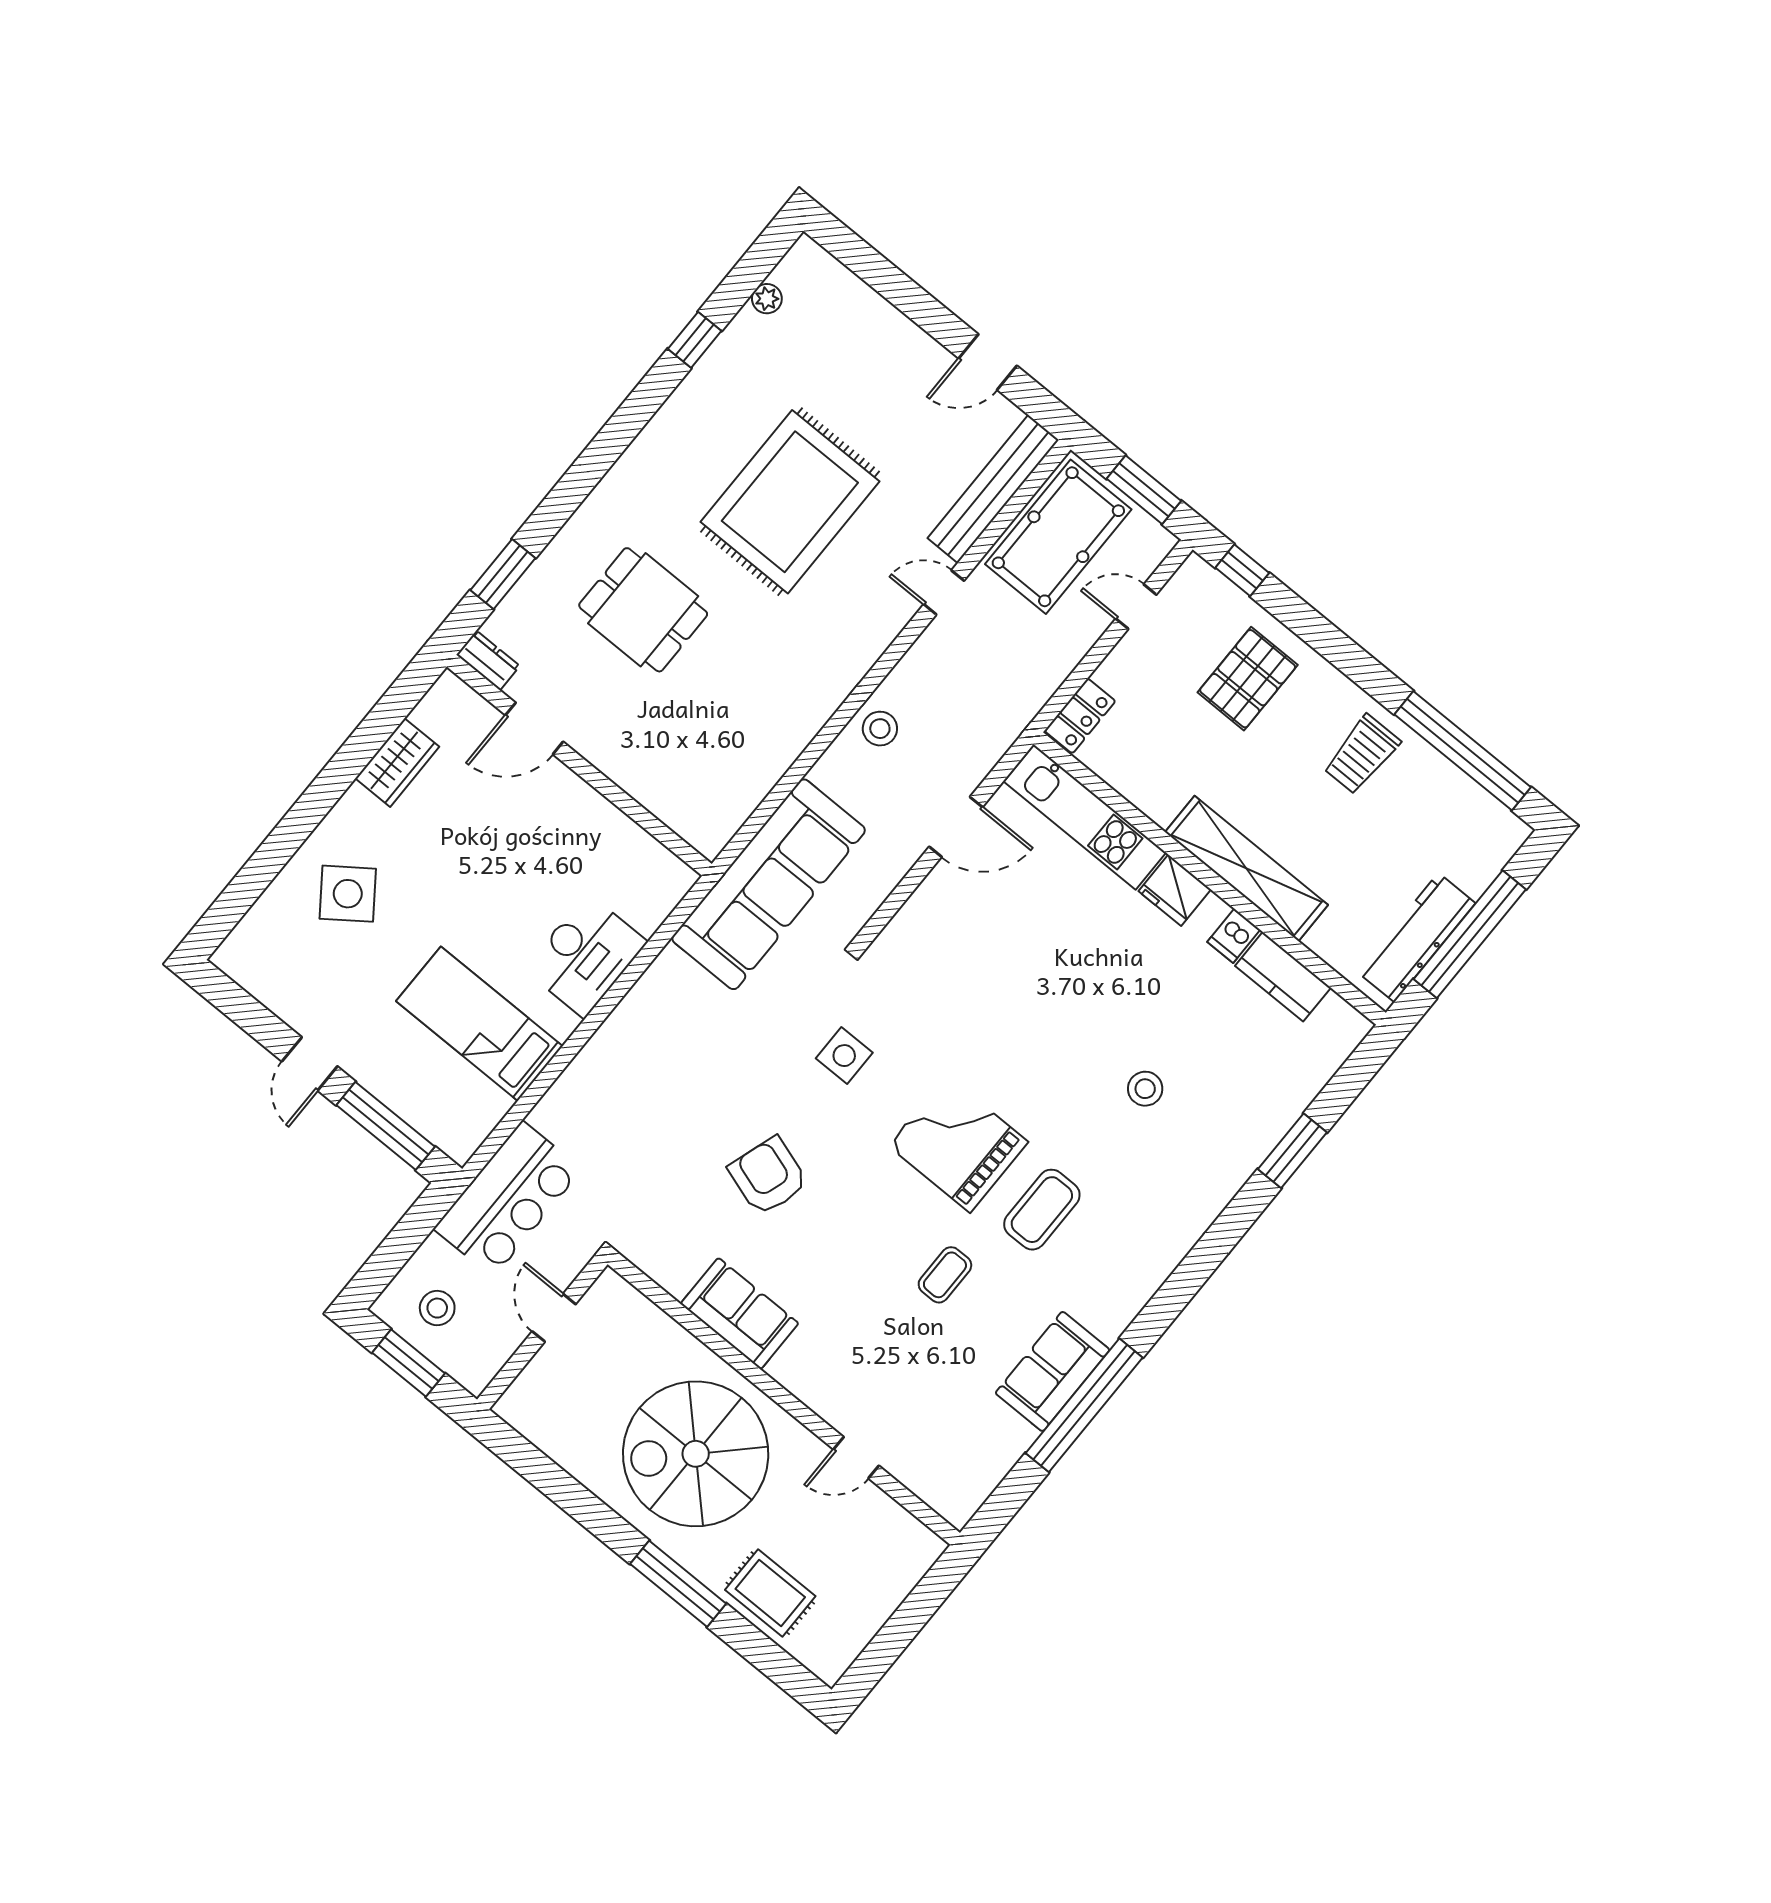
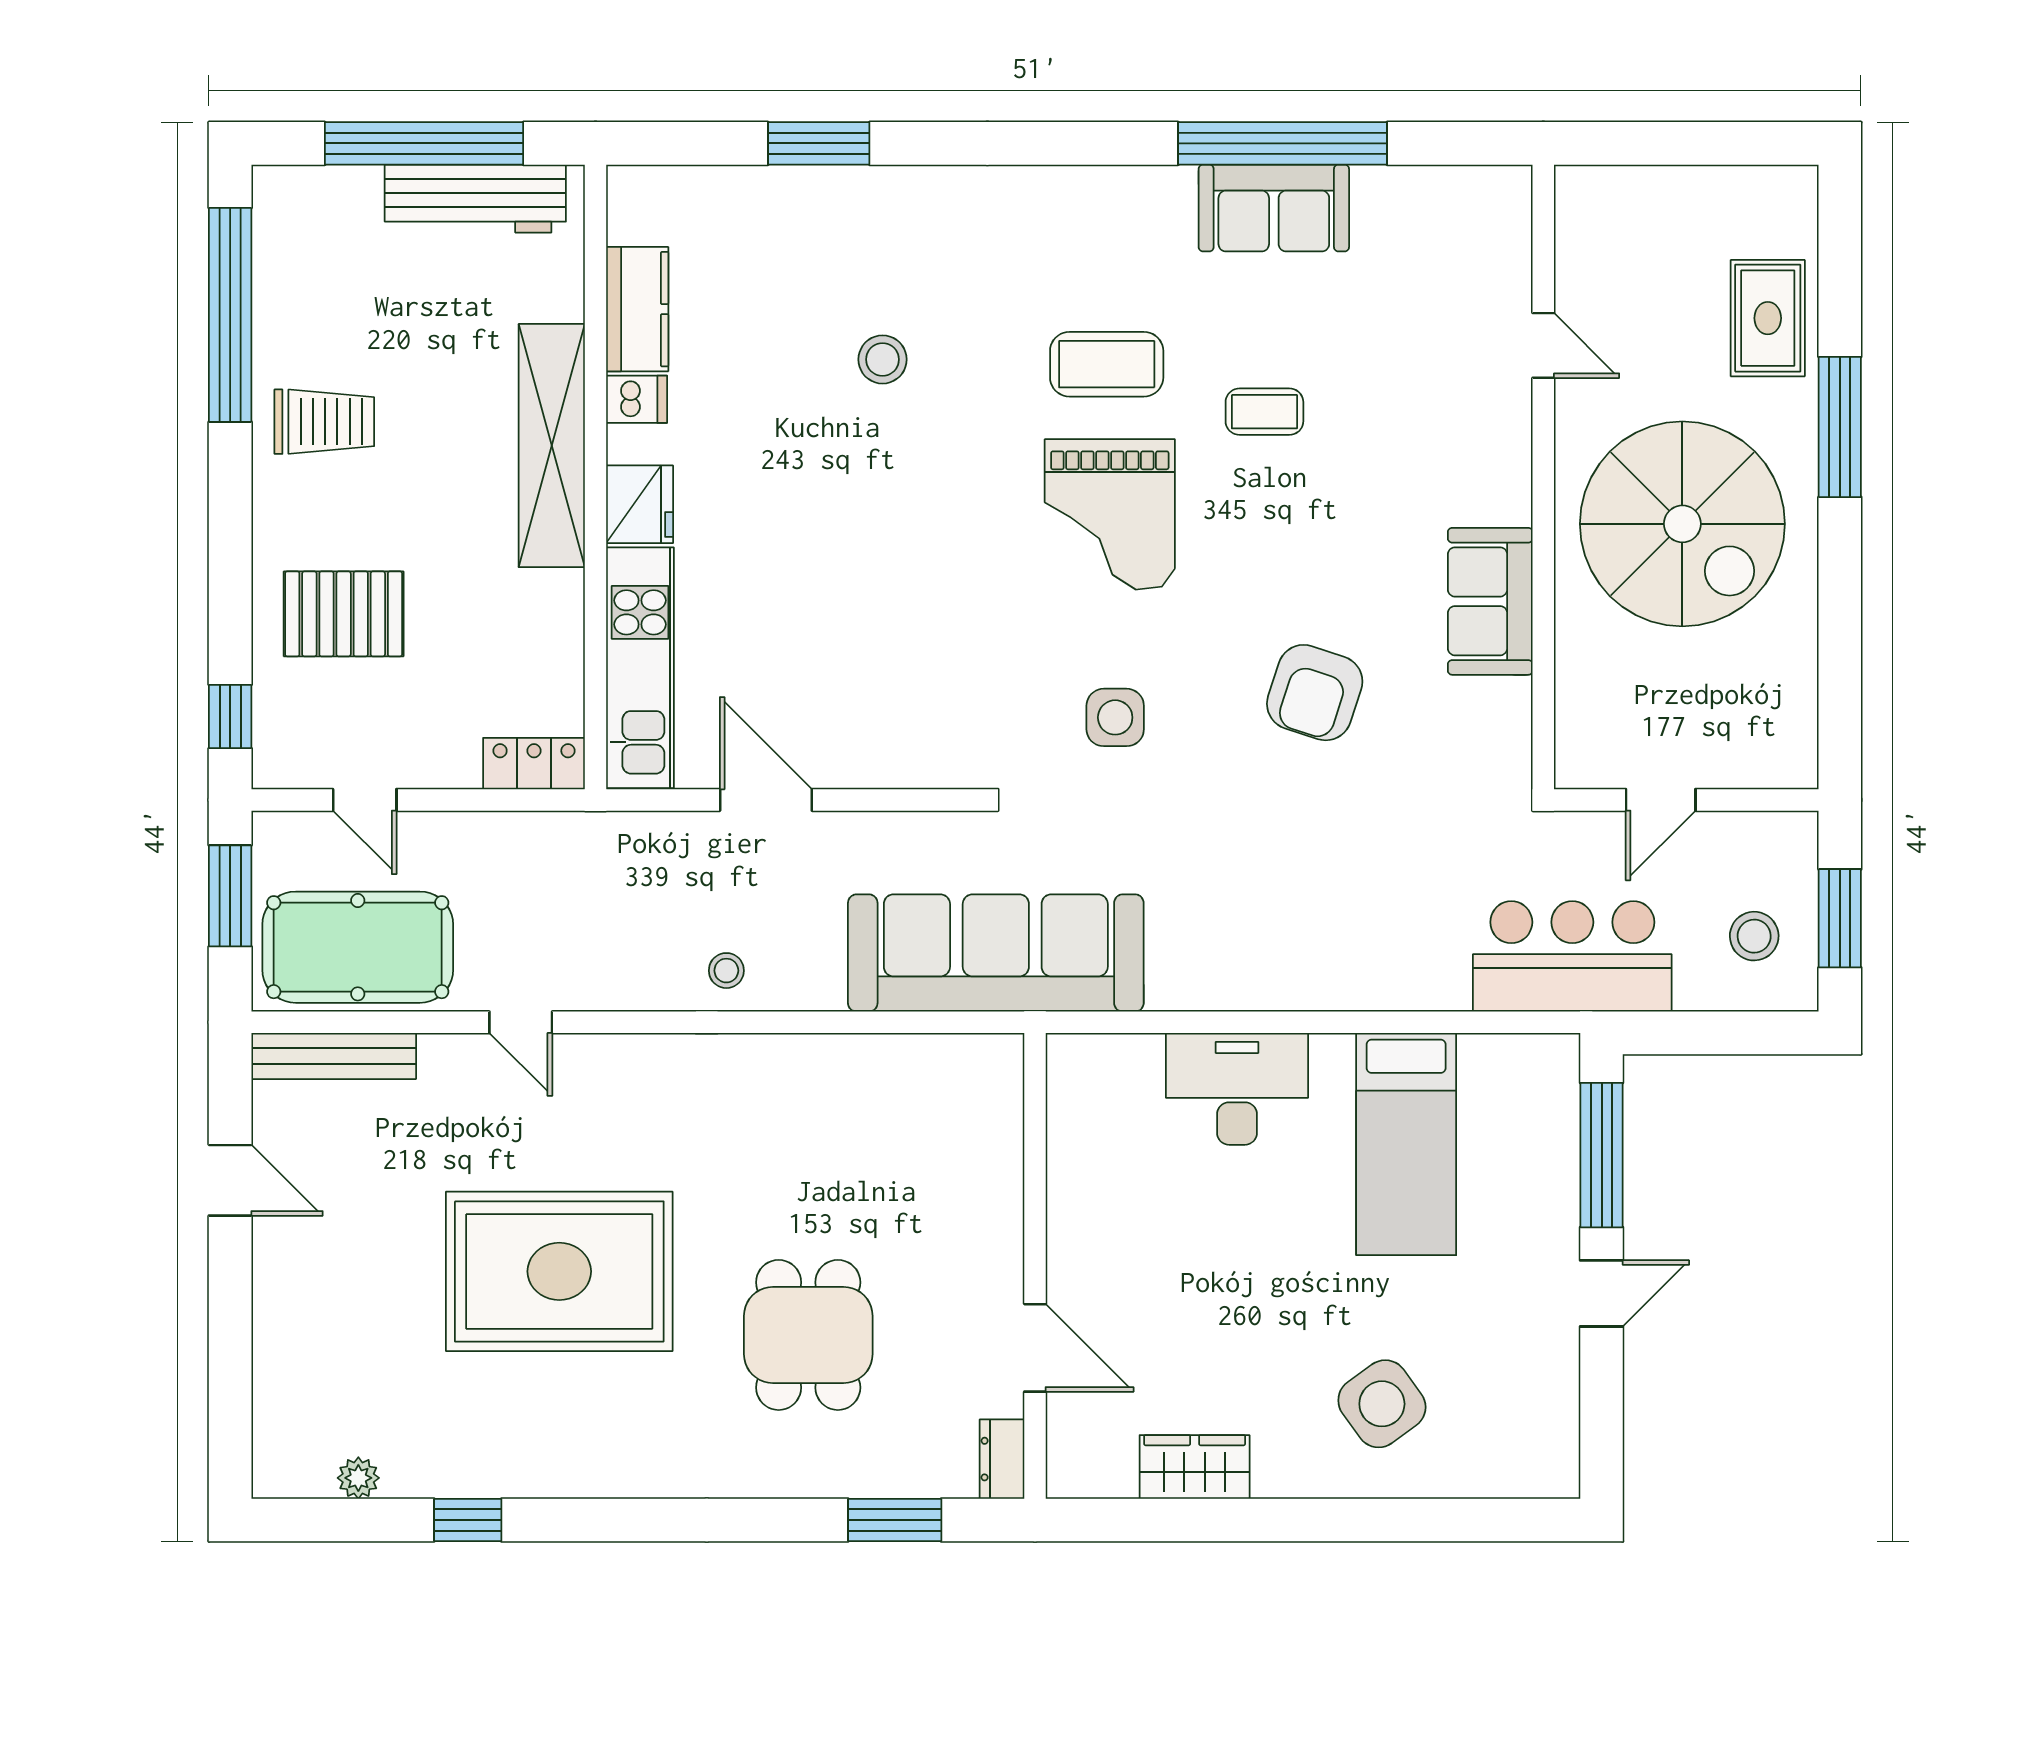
bench: (993, 489) -> (334, 1056), width x0.73, depth x0.82
stool: (880, 729) -> (726, 971), width x0.73, depth x0.73

